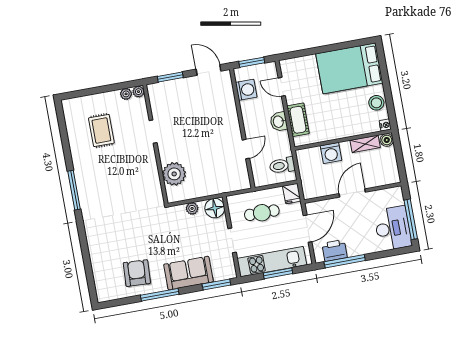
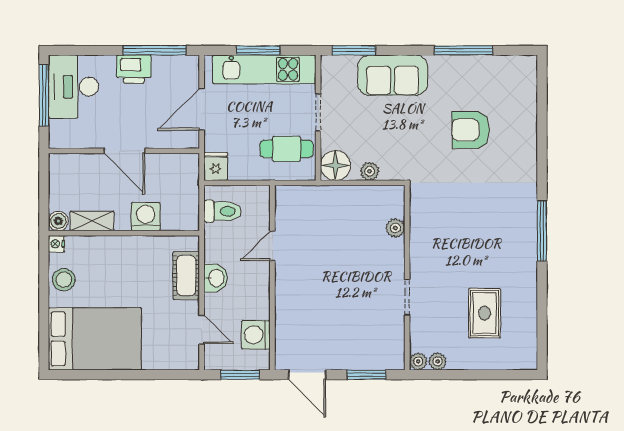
plant: (174, 174) -> (395, 228), width x0.53, depth x0.53
door: (352, 193) -> (125, 151), hinge flipped
cafe table: (262, 213) -> (287, 149), moved
printer: (335, 251) -> (134, 69), moved
armchair: (137, 273) -> (471, 130), moved, turned 87
window: (160, 295) -> (463, 50), moved

